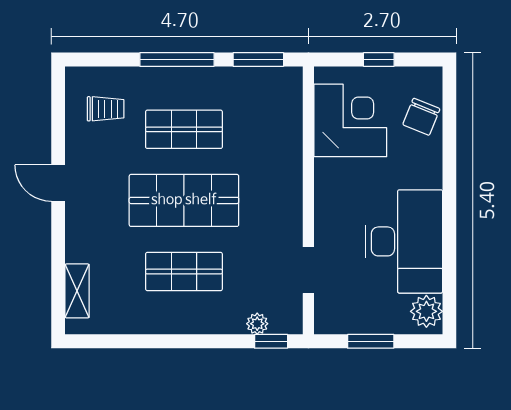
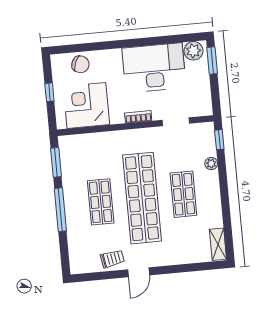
trolley: (106, 109) -> (112, 259), moved, turned 80
shop shelf: (184, 200) -> (142, 198), width x1.40
bookcase: (323, 207) -> (138, 117), added
shelving: (77, 291) -> (218, 244), moved, turned 90
plant: (257, 324) -> (211, 164), moved
window: (371, 341) -> (212, 61), moved

